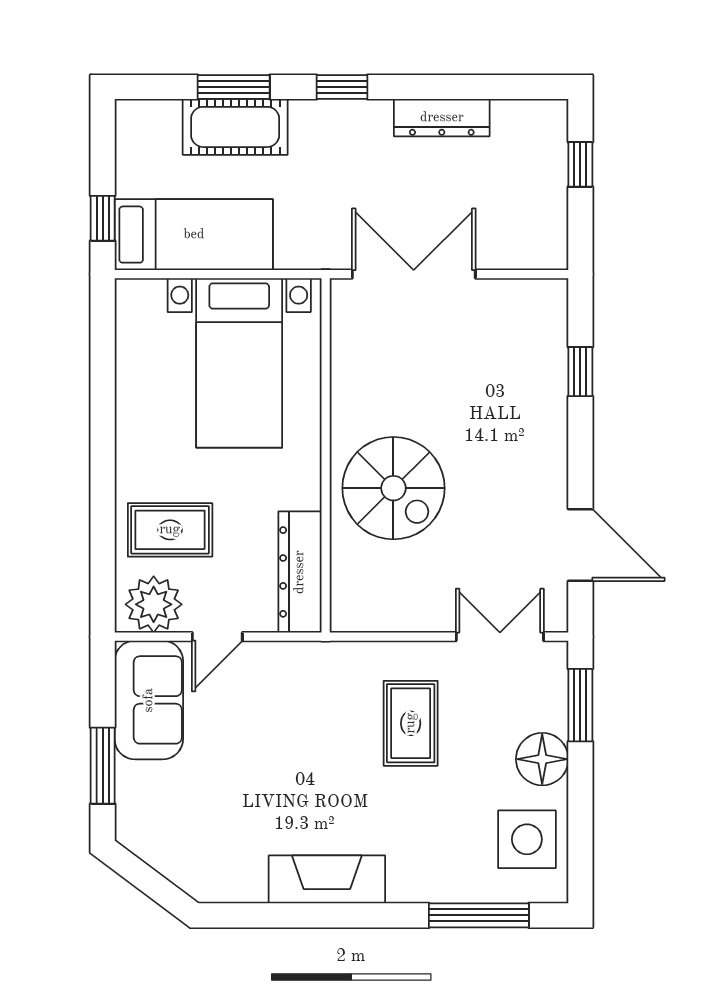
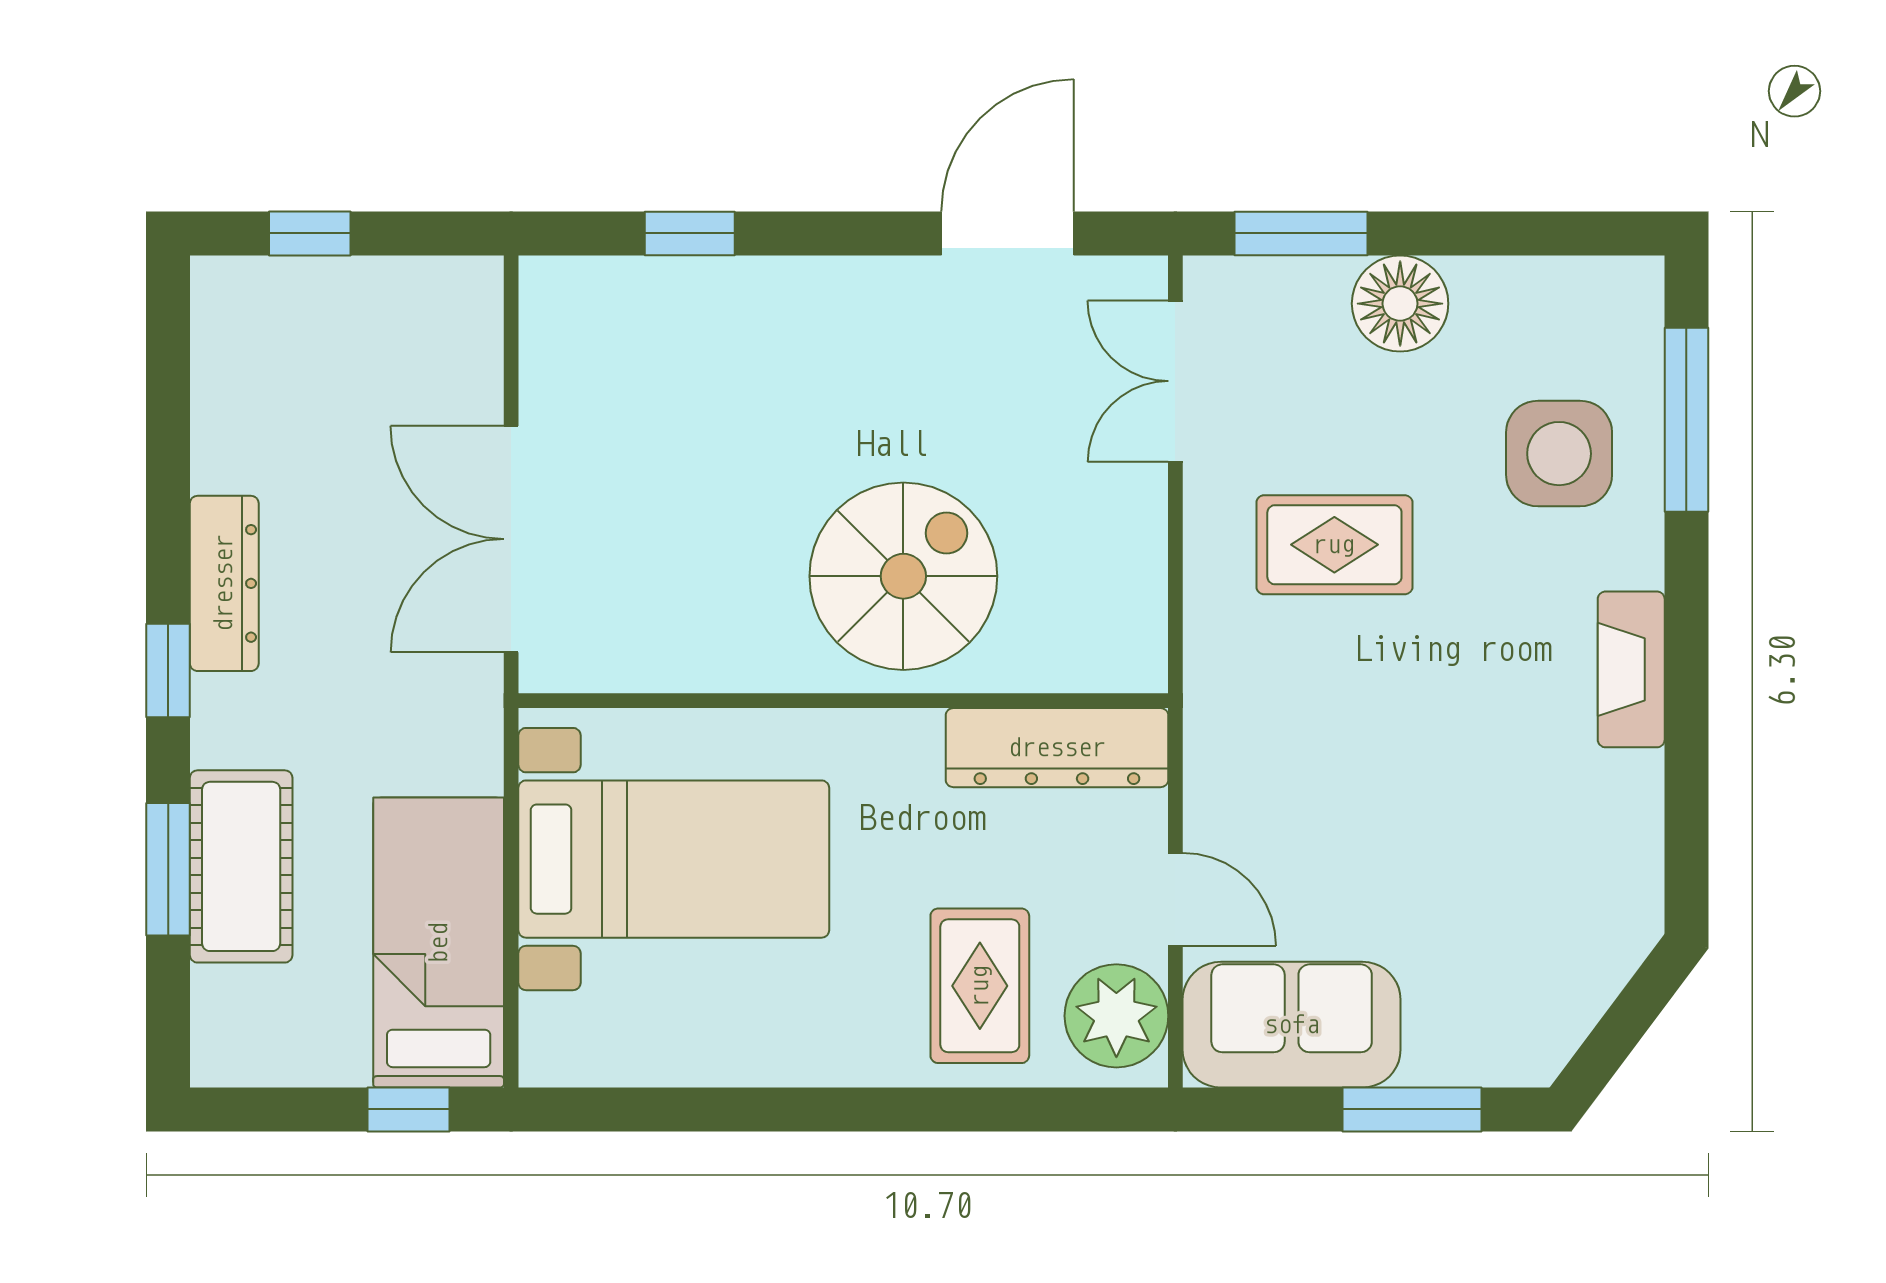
dresser: (442, 118) -> (224, 583), moved
side table: (527, 839) -> (1559, 454), moved
fireplace: (327, 879) -> (1631, 669), width x0.73, depth x0.76

